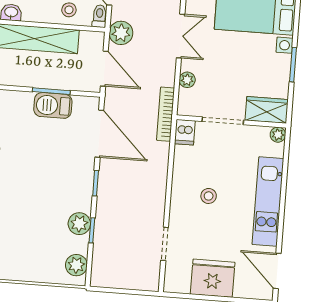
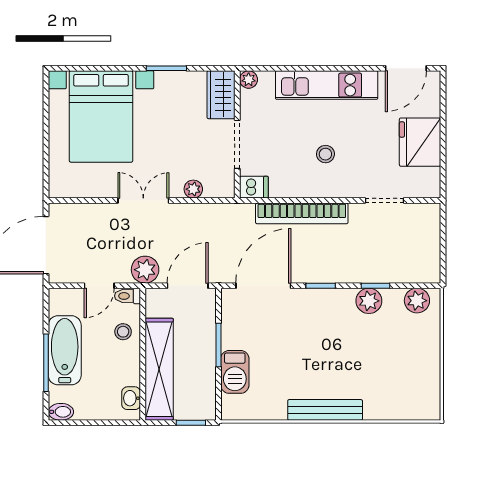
barbecue: (53, 105) -> (235, 372), moved
bookcase: (166, 114) -> (302, 213), moved, width x1.48, depth x1.31

